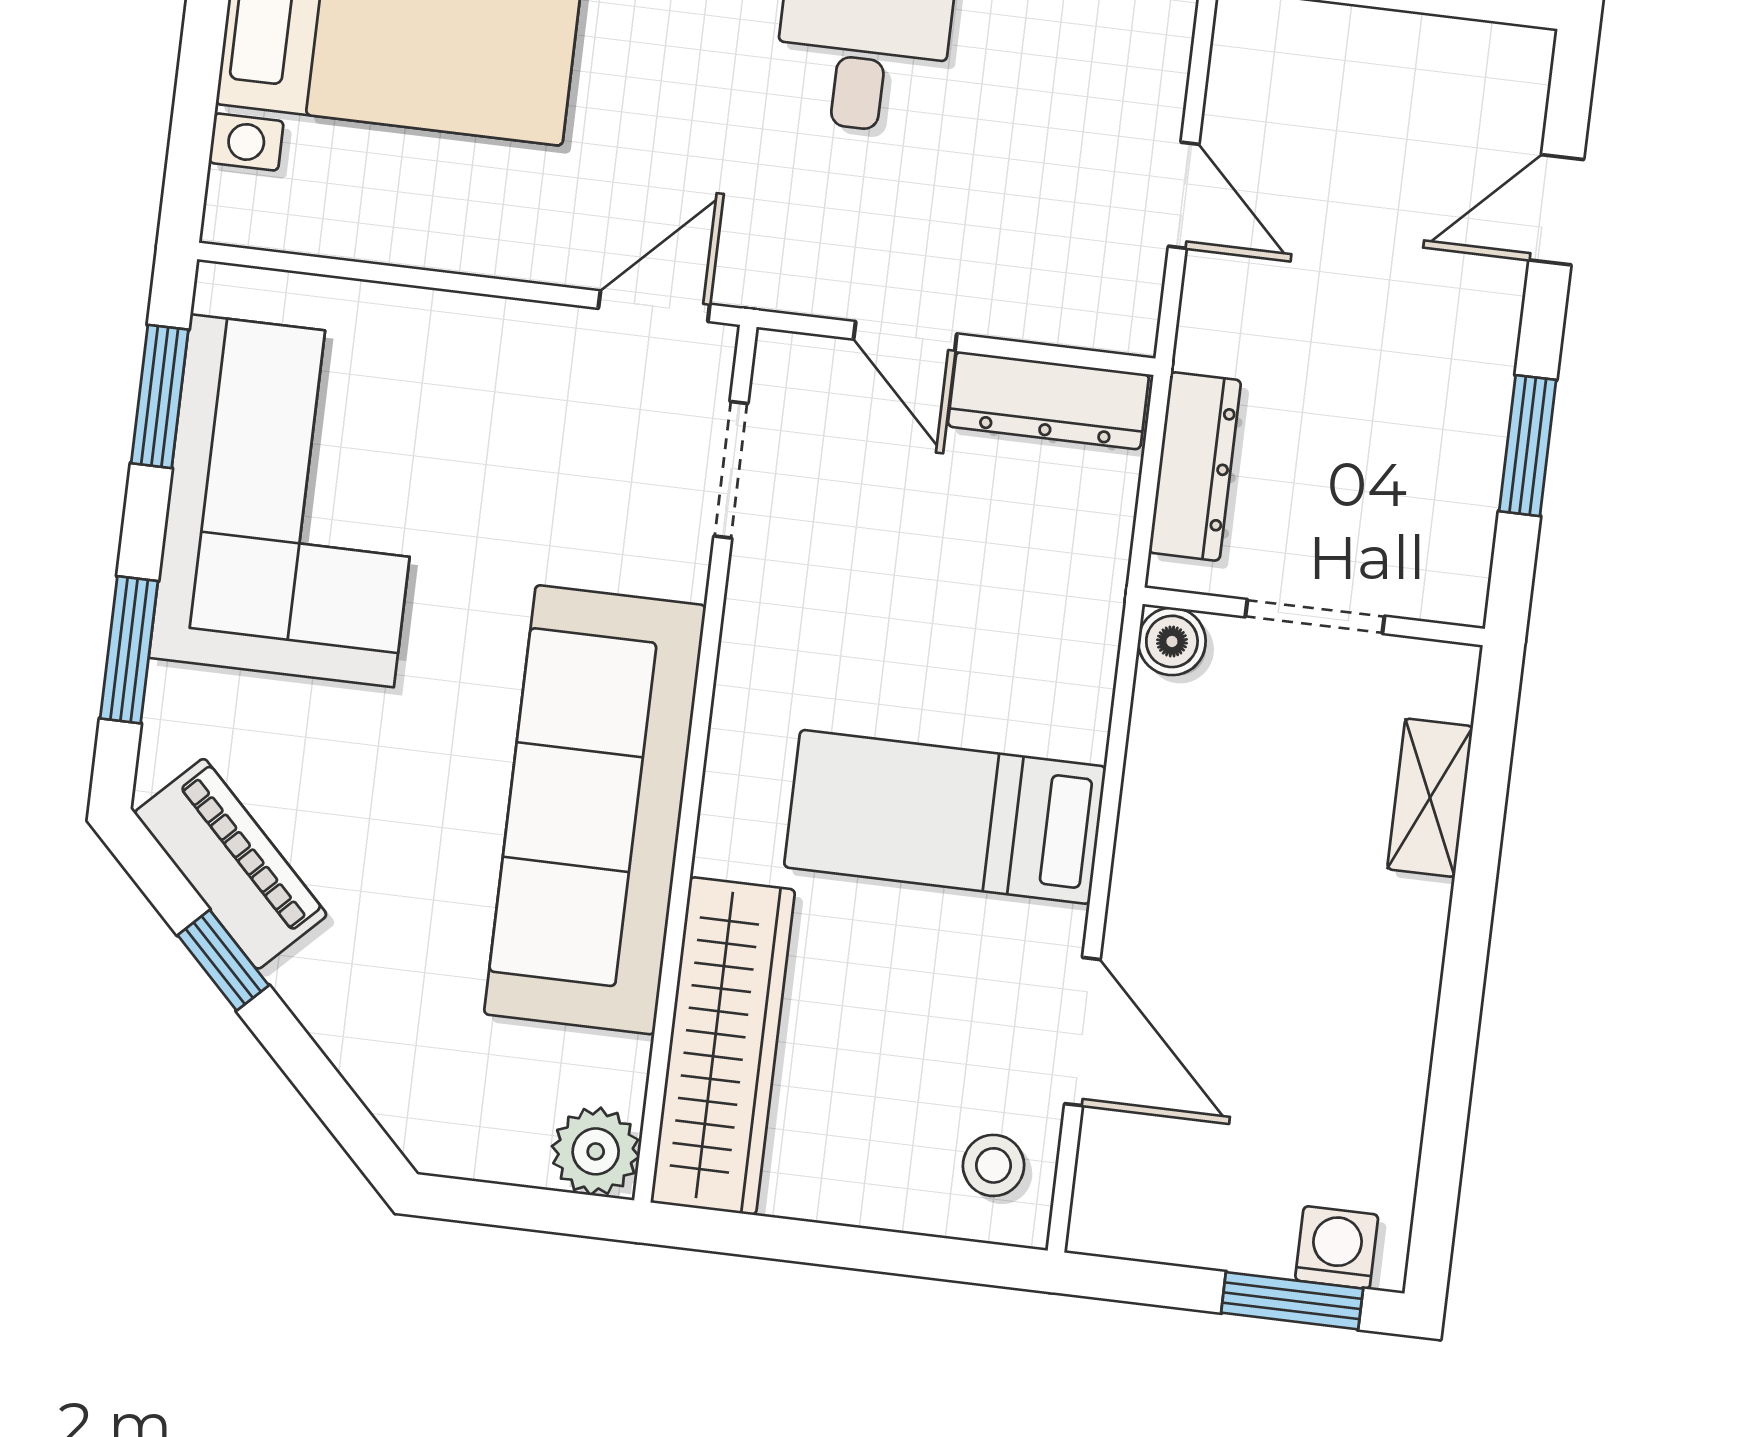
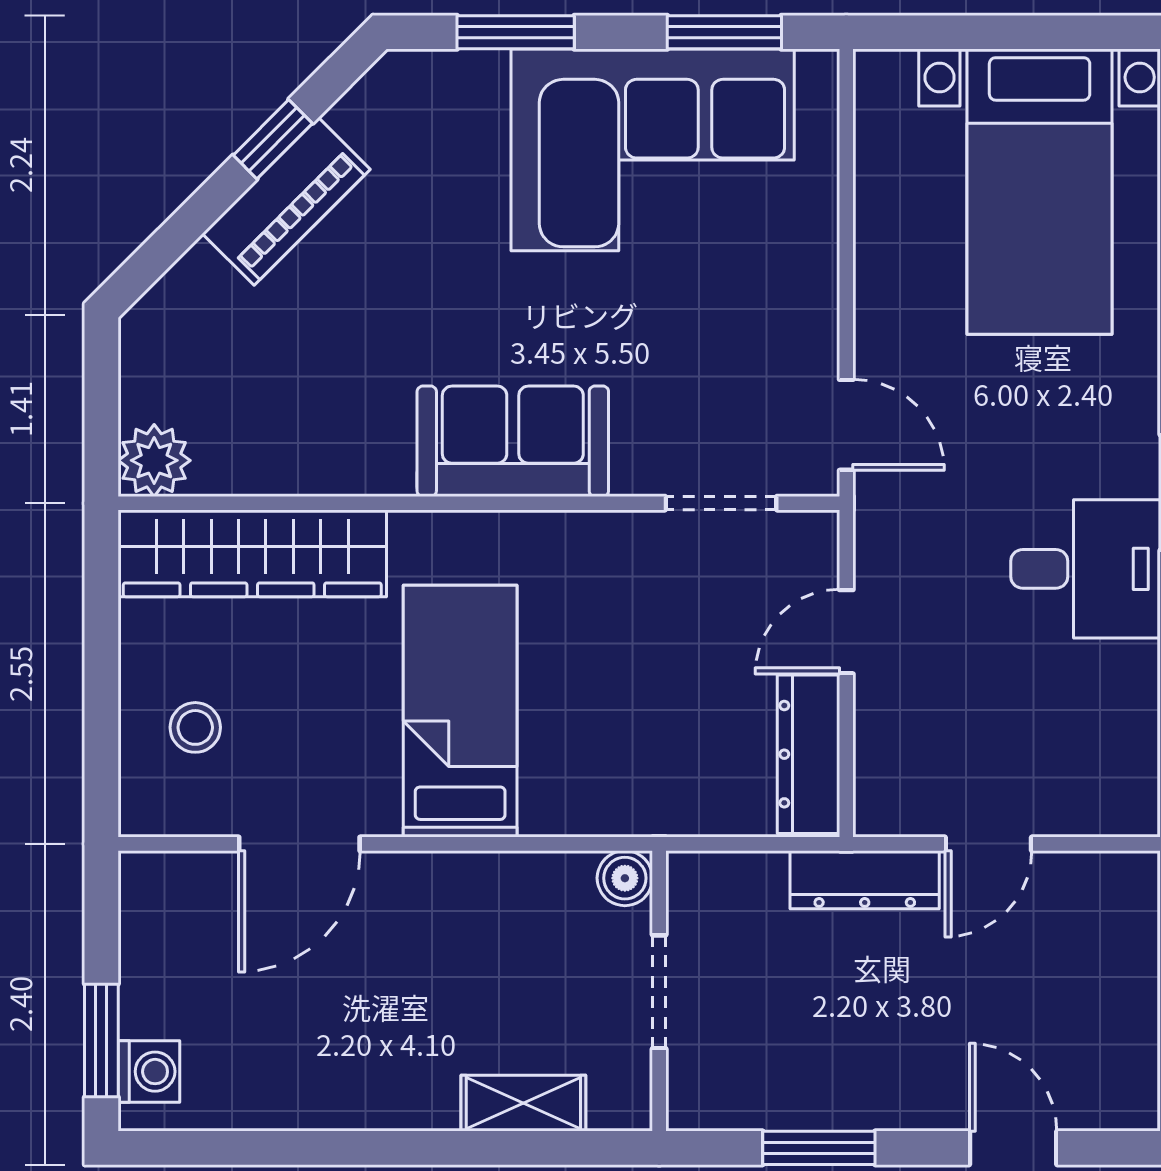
dresser: (1195, 466) -> (865, 880), moved
sofa: (595, 810) -> (513, 441), width x0.54, depth x0.79
piano: (231, 864) -> (286, 201), moved
stool: (993, 1165) -> (195, 727), moved

